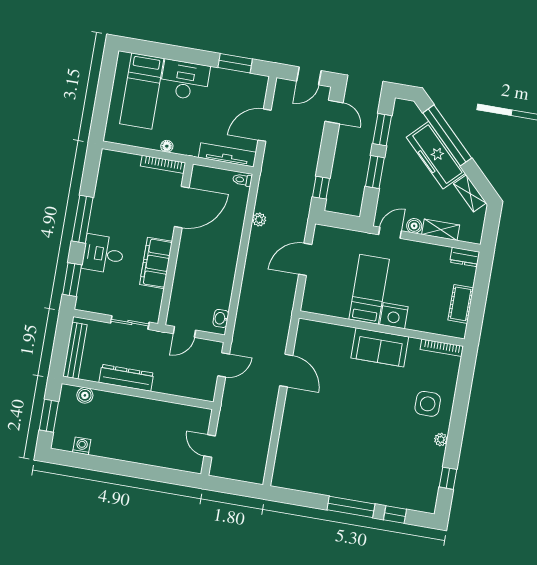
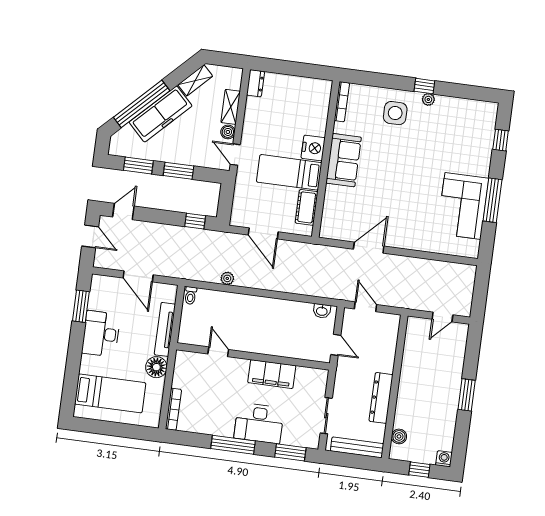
desk: (185, 80) -> (101, 334), moved
floor lamp: (167, 146) -> (156, 367), width x1.89, depth x1.89
tv unit: (227, 155) -> (165, 329), moved
bookcase: (163, 164) -> (173, 409), moved
door: (182, 207) -> (218, 352), width x0.53
desk: (103, 254) -> (259, 423), width x1.37
cot: (461, 304) -> (307, 207), moved, turned 90
sliding door: (130, 323) -> (326, 416), moved
window: (49, 416) -> (419, 470), width x0.67
washing machine: (82, 446) -> (444, 459), moved, turned 90
window: (126, 469) -> (467, 395), added
corner sofa: (327, 472) -> (463, 206), added
window: (448, 478) -> (424, 86), moved
window: (351, 507) -> (493, 200), moved

